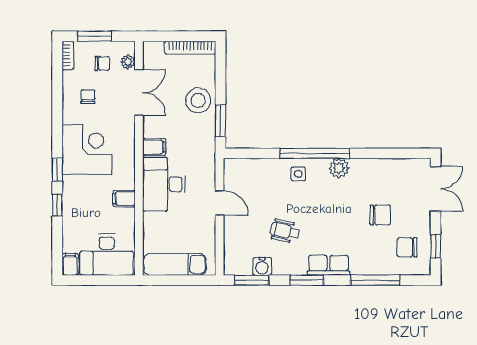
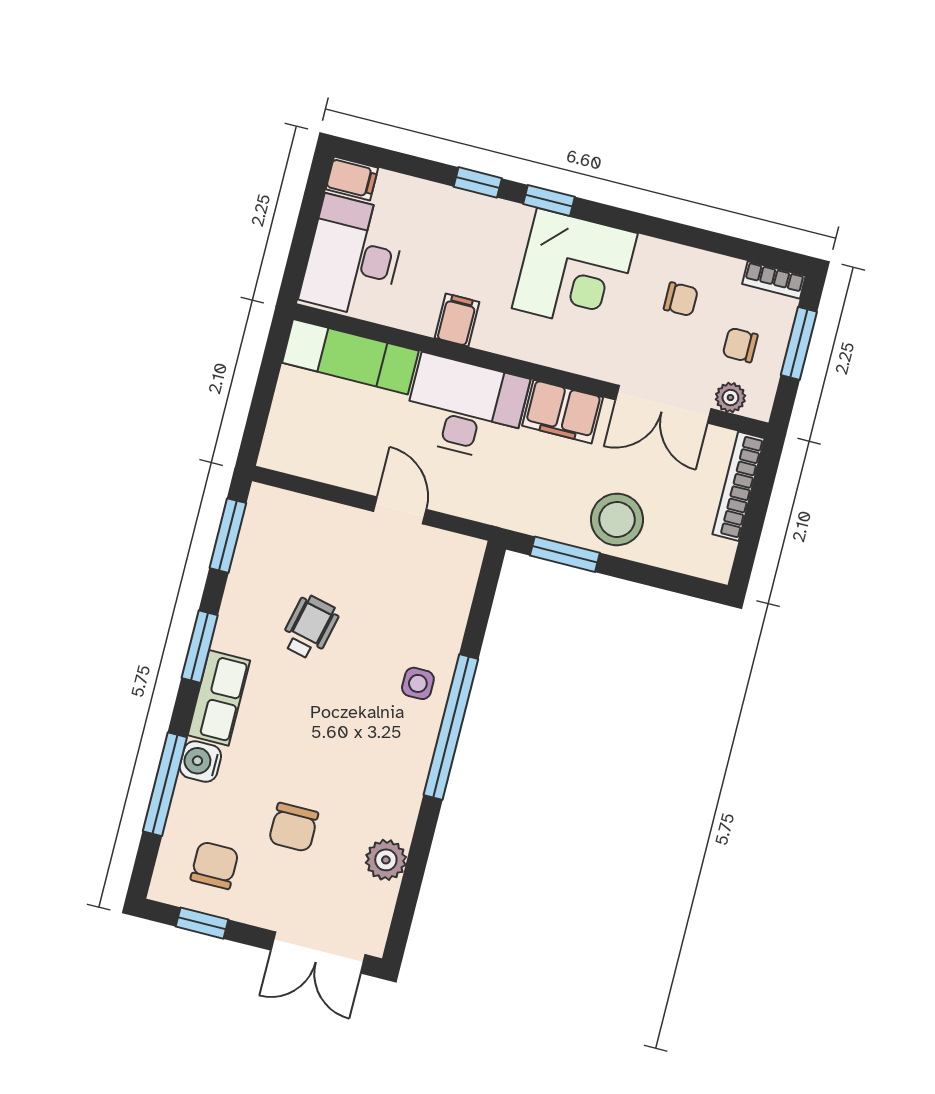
bookcase: (190, 48) -> (738, 486), moved
chair: (102, 63) -> (740, 345), turned 90
filing cabinet: (154, 147) -> (563, 412), width x2.00
plant: (339, 168) -> (386, 860), moved
door: (220, 203) -> (400, 510), swing flipped
exam couch: (175, 264) -> (350, 357), moved, turned 90
water cooler: (262, 266) -> (200, 761), moved

